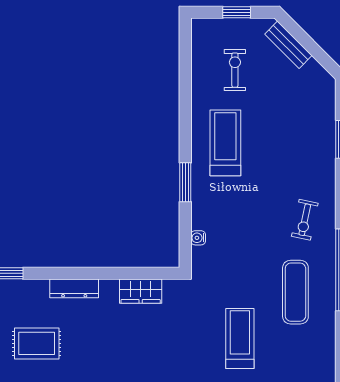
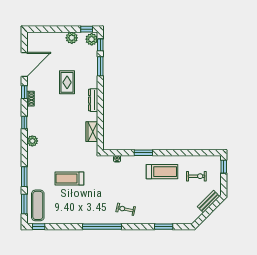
window: (237, 12) -> (224, 167), moved
exercise mat: (295, 292) -> (91, 205), removed
treadmill: (240, 338) -> (69, 179), turned 180

